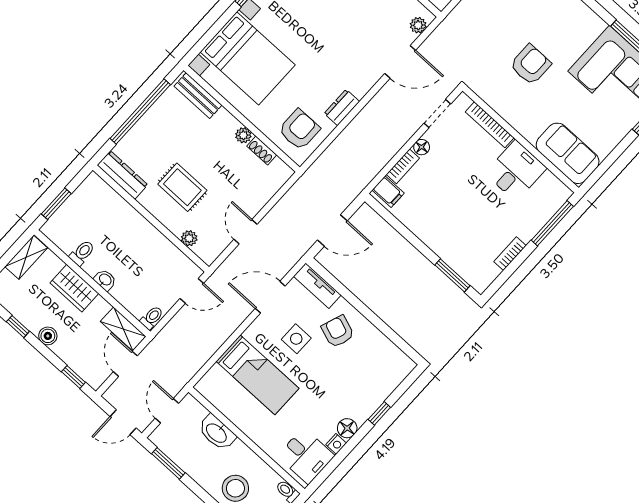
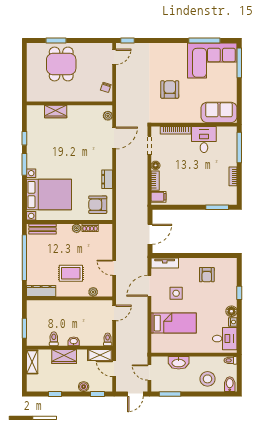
armchair: (299, 130) -> (98, 205), turned -90
armchair: (338, 331) -> (207, 275), moved, turned -110
boiler: (48, 336) -> (84, 387), moved

